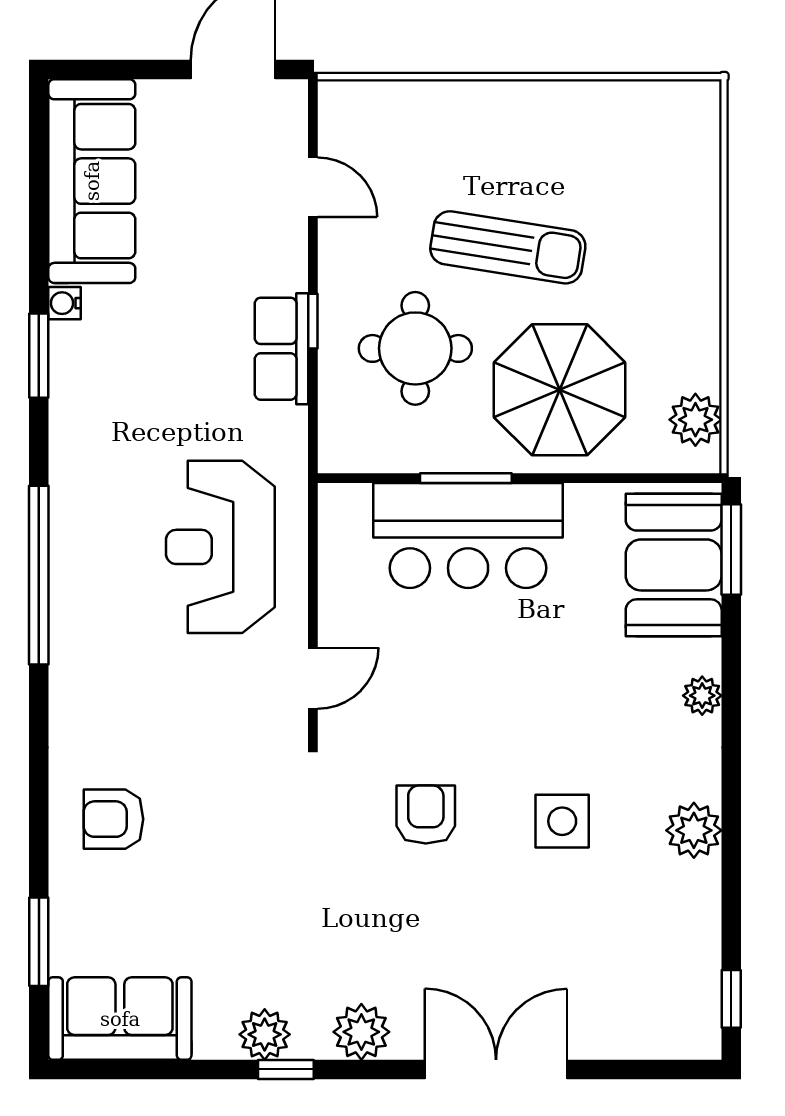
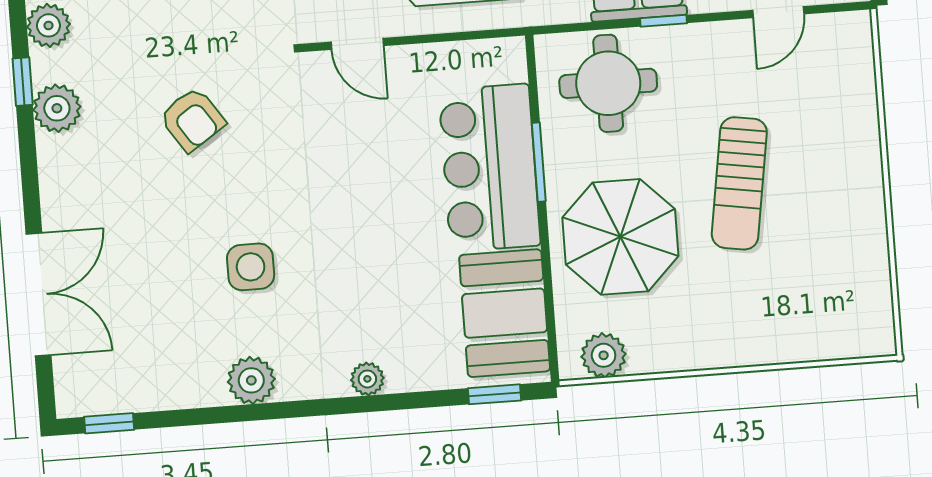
round table: (415, 348) -> (608, 83), moved
window: (731, 549) -> (495, 394), width x0.67
booth: (674, 565) -> (505, 313), moved, turned 90
armchair: (426, 815) -> (192, 120), moved, turned 56
window: (286, 1069) -> (23, 82), moved
double door: (496, 1069) -> (39, 294), moved

